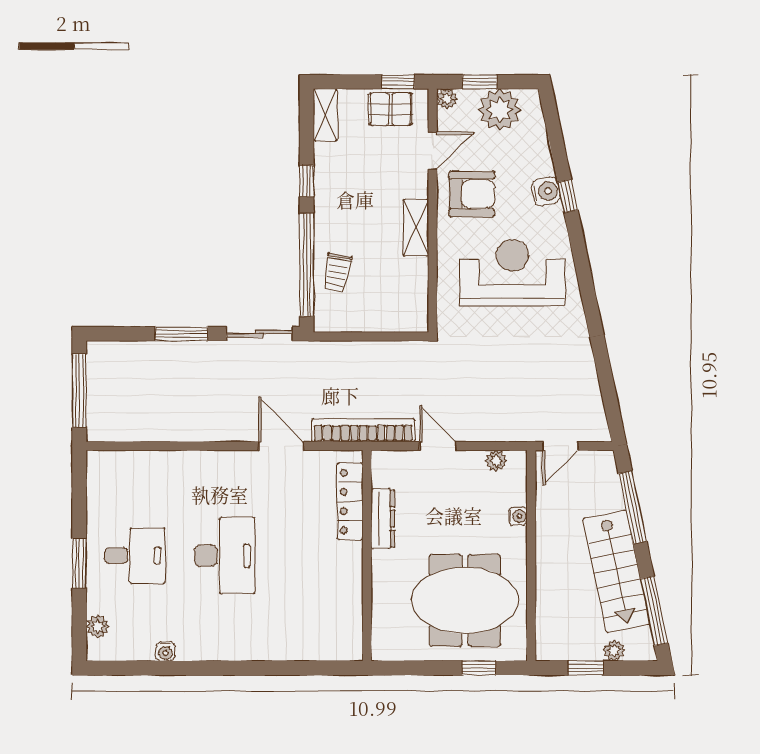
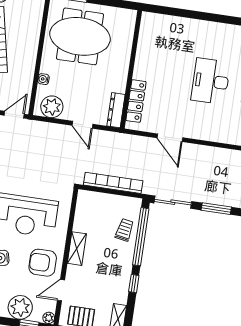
bookcase: (363, 430) -> (113, 183), moved, turned 180
plant: (496, 461) -> (52, 107), width x1.88, depth x1.88
dresser: (383, 519) -> (116, 110), moved

